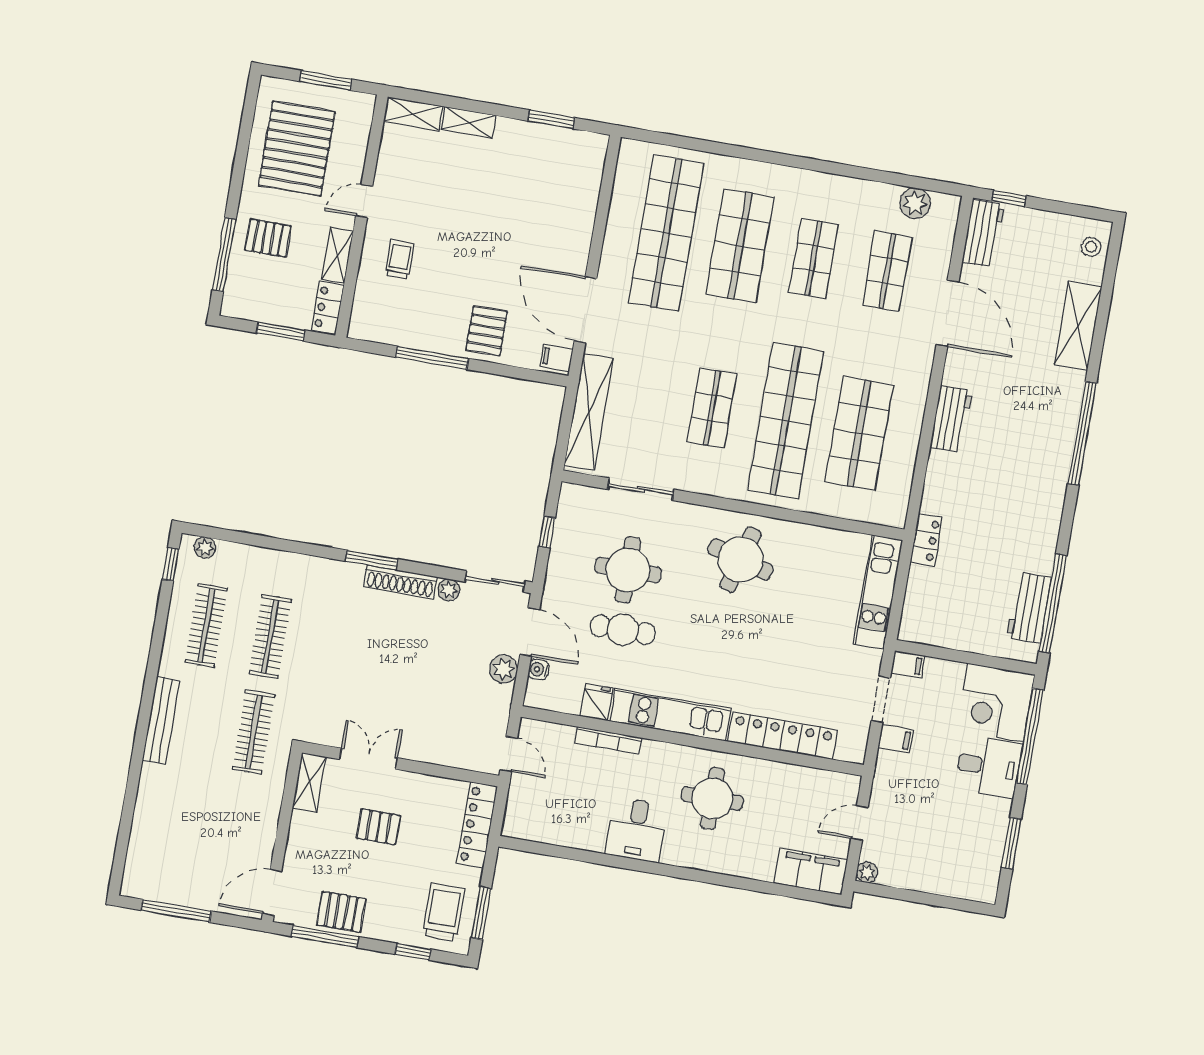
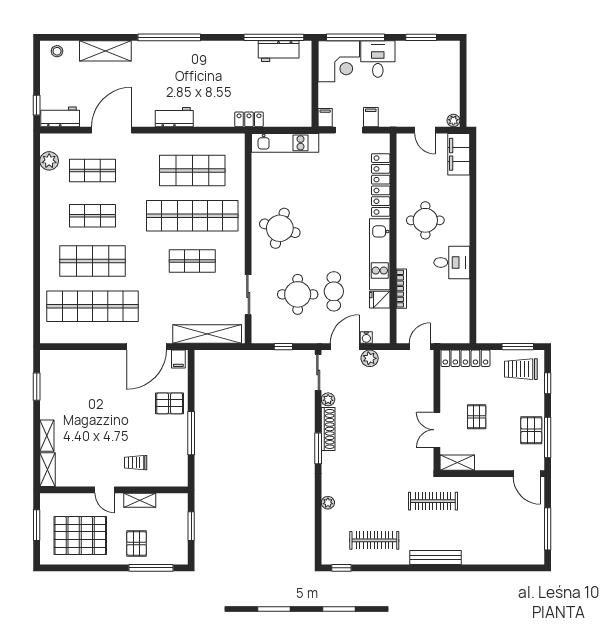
locker: (328, 308) -> (172, 501), removed
plant: (205, 548) -> (328, 503), moved
clothes rail: (270, 637) -> (374, 501), removed

